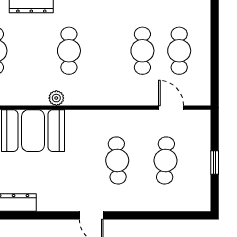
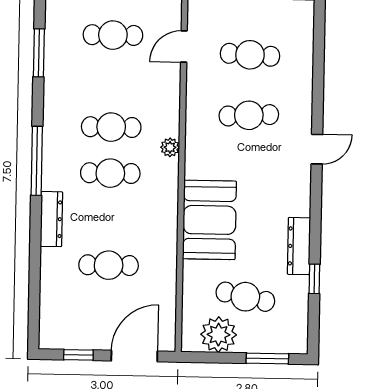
cafe table: (142, 51) -> (111, 127), moved
plant: (56, 98) -> (170, 147), moved

